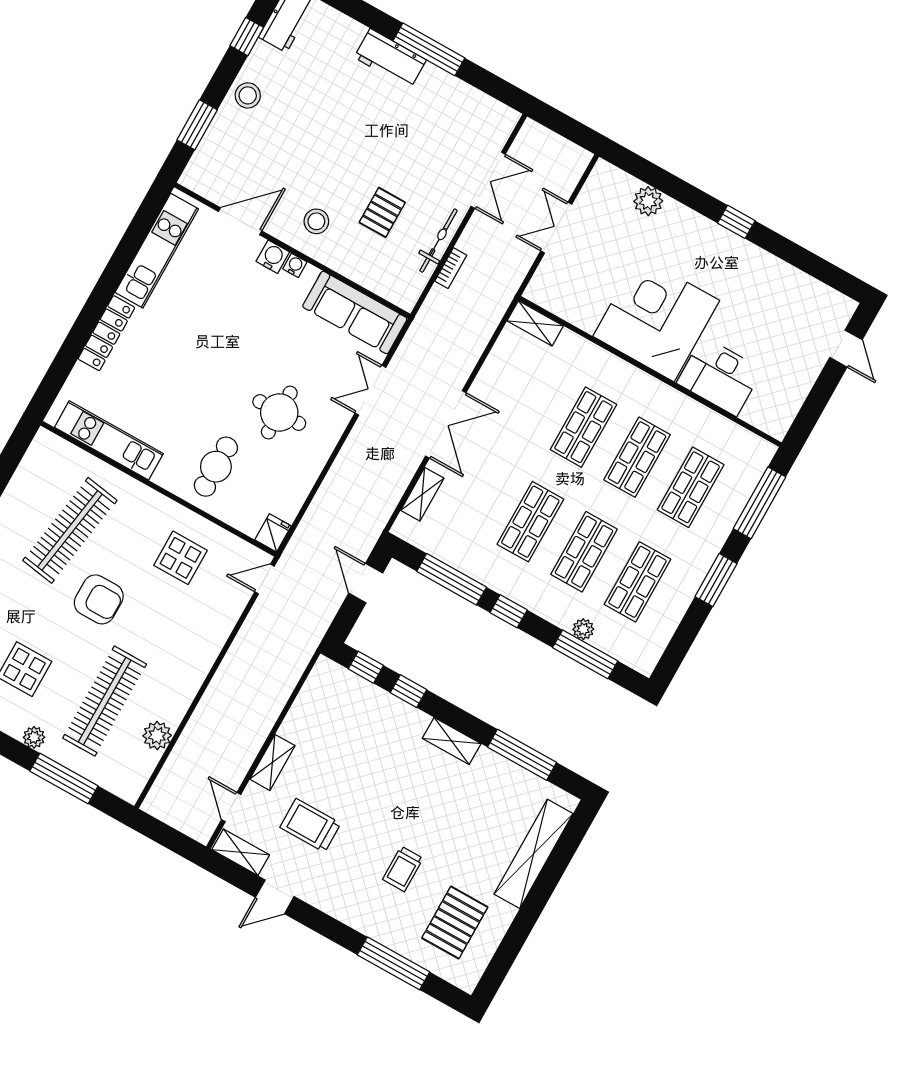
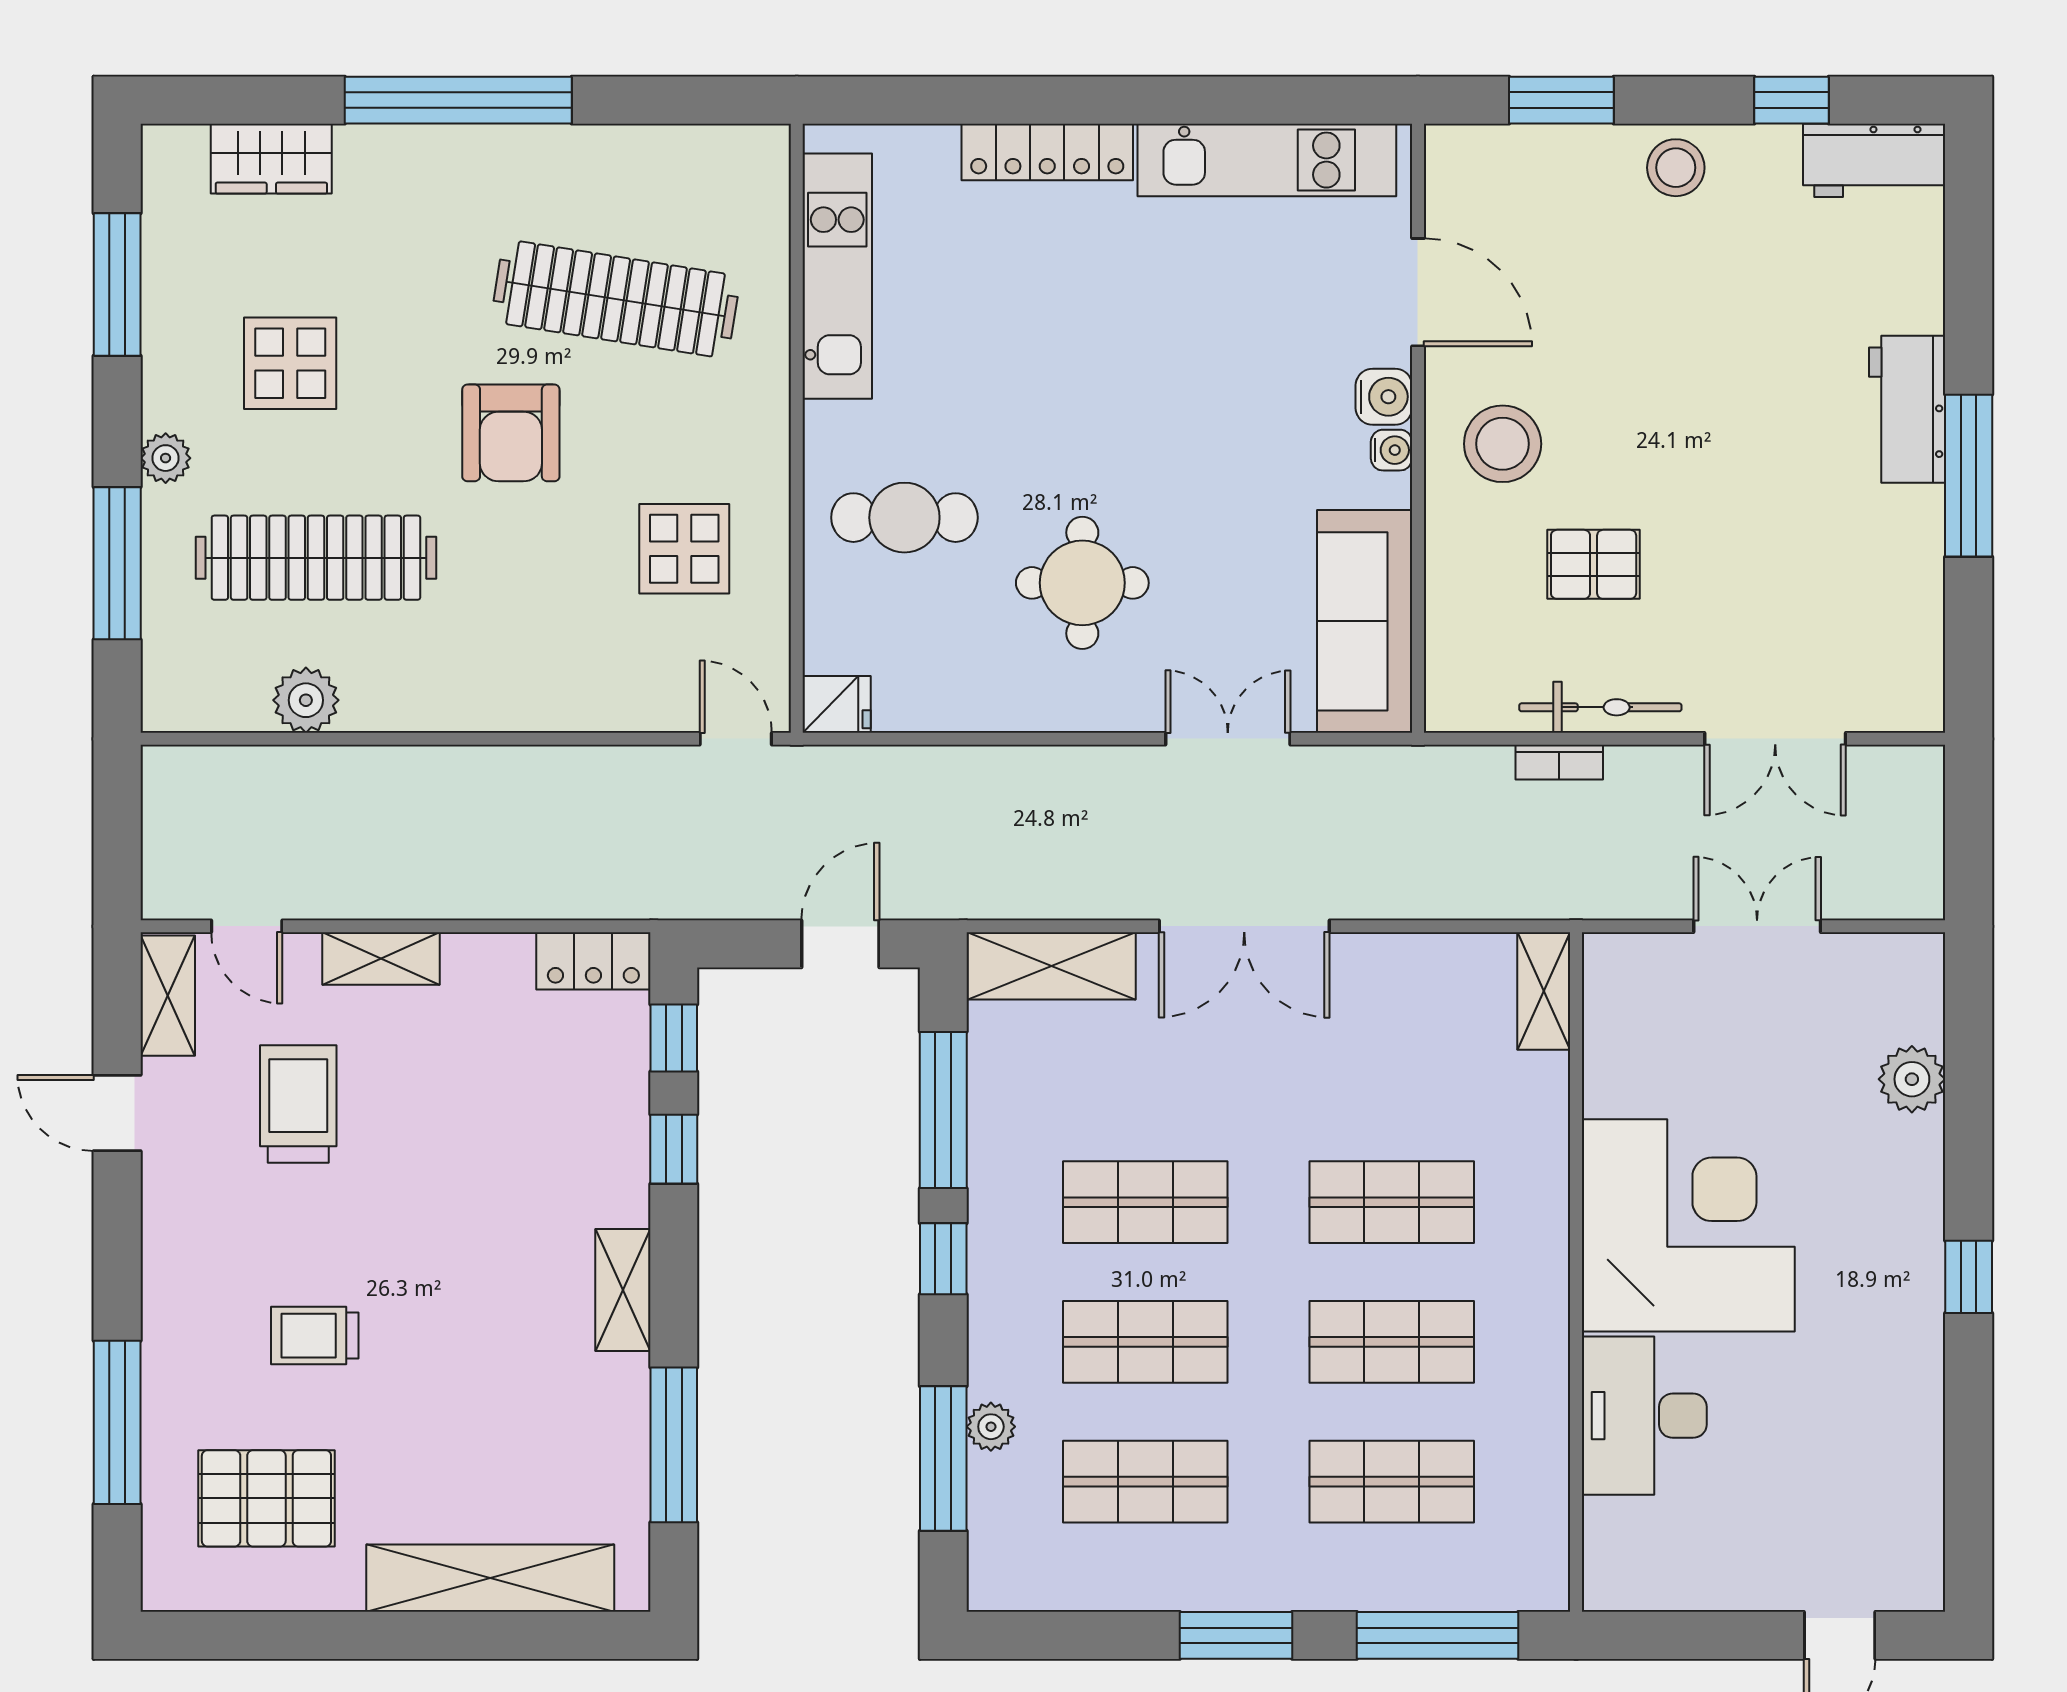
stool: (316, 221) -> (1503, 444), width x1.38, depth x1.38
shelving: (422, 494) -> (1051, 966), width x1.50, depth x1.33
locker: (319, 681) -> (593, 961), added
door: (231, 807) -> (247, 926), swing flipped

